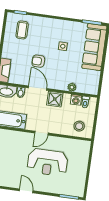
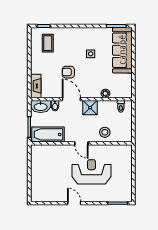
washing machine: (76, 100) -> (111, 105), removed
stool: (79, 126) -> (105, 132), moved
door: (41, 133) -> (81, 143), hinge flipped
reception desk: (47, 162) -> (91, 172), turned 180

